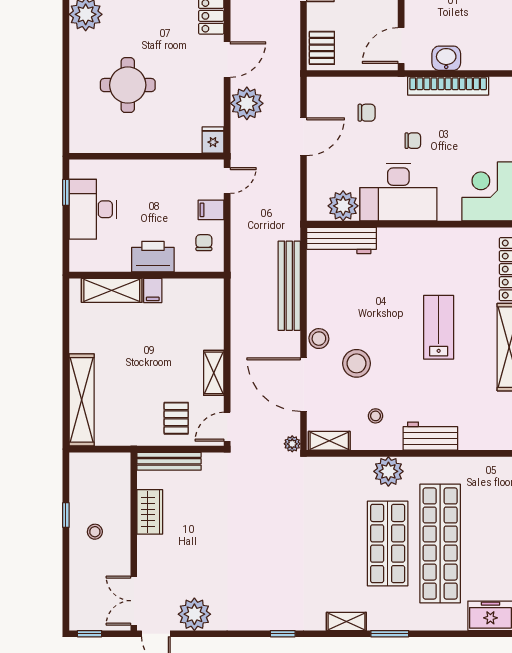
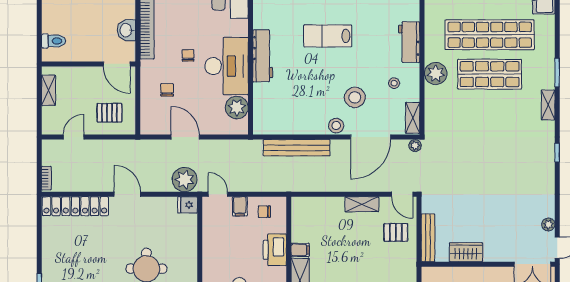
pallet: (322, 48) -> (109, 113), moved
plant: (247, 103) -> (185, 180), moved
workbench: (342, 240) -> (263, 56), moved
plant: (194, 614) -> (548, 224), width x0.53, depth x0.53

